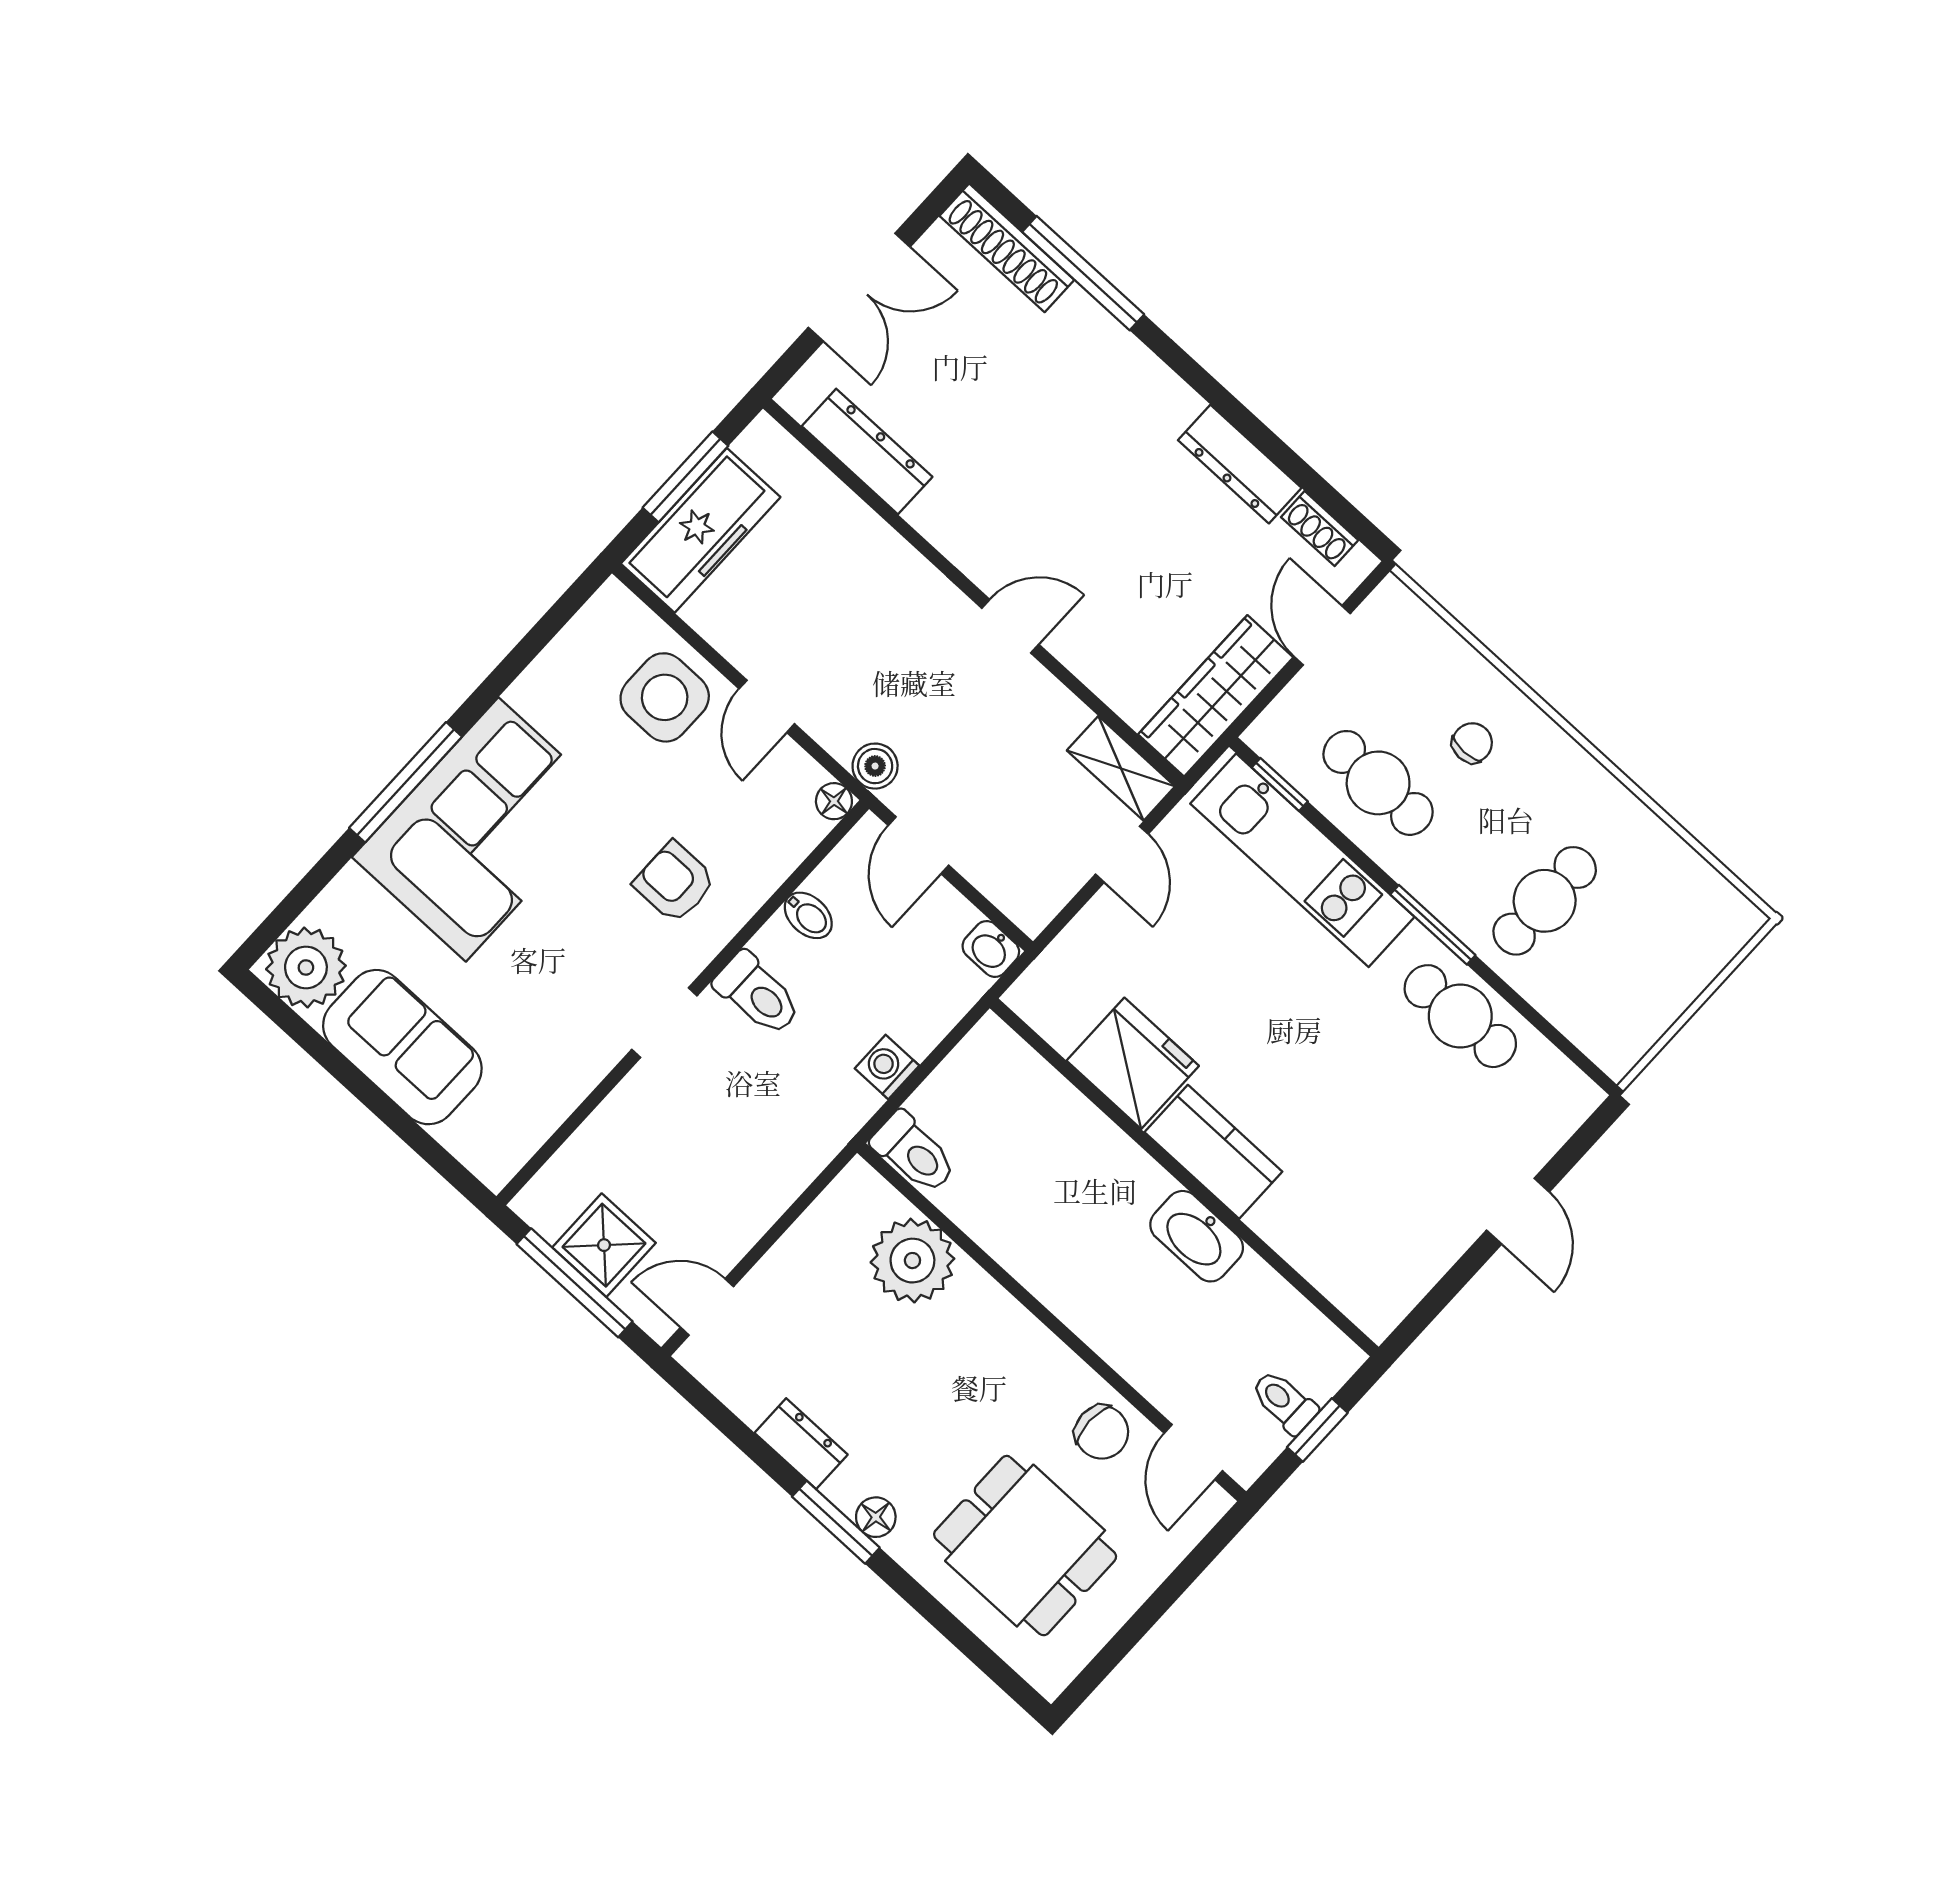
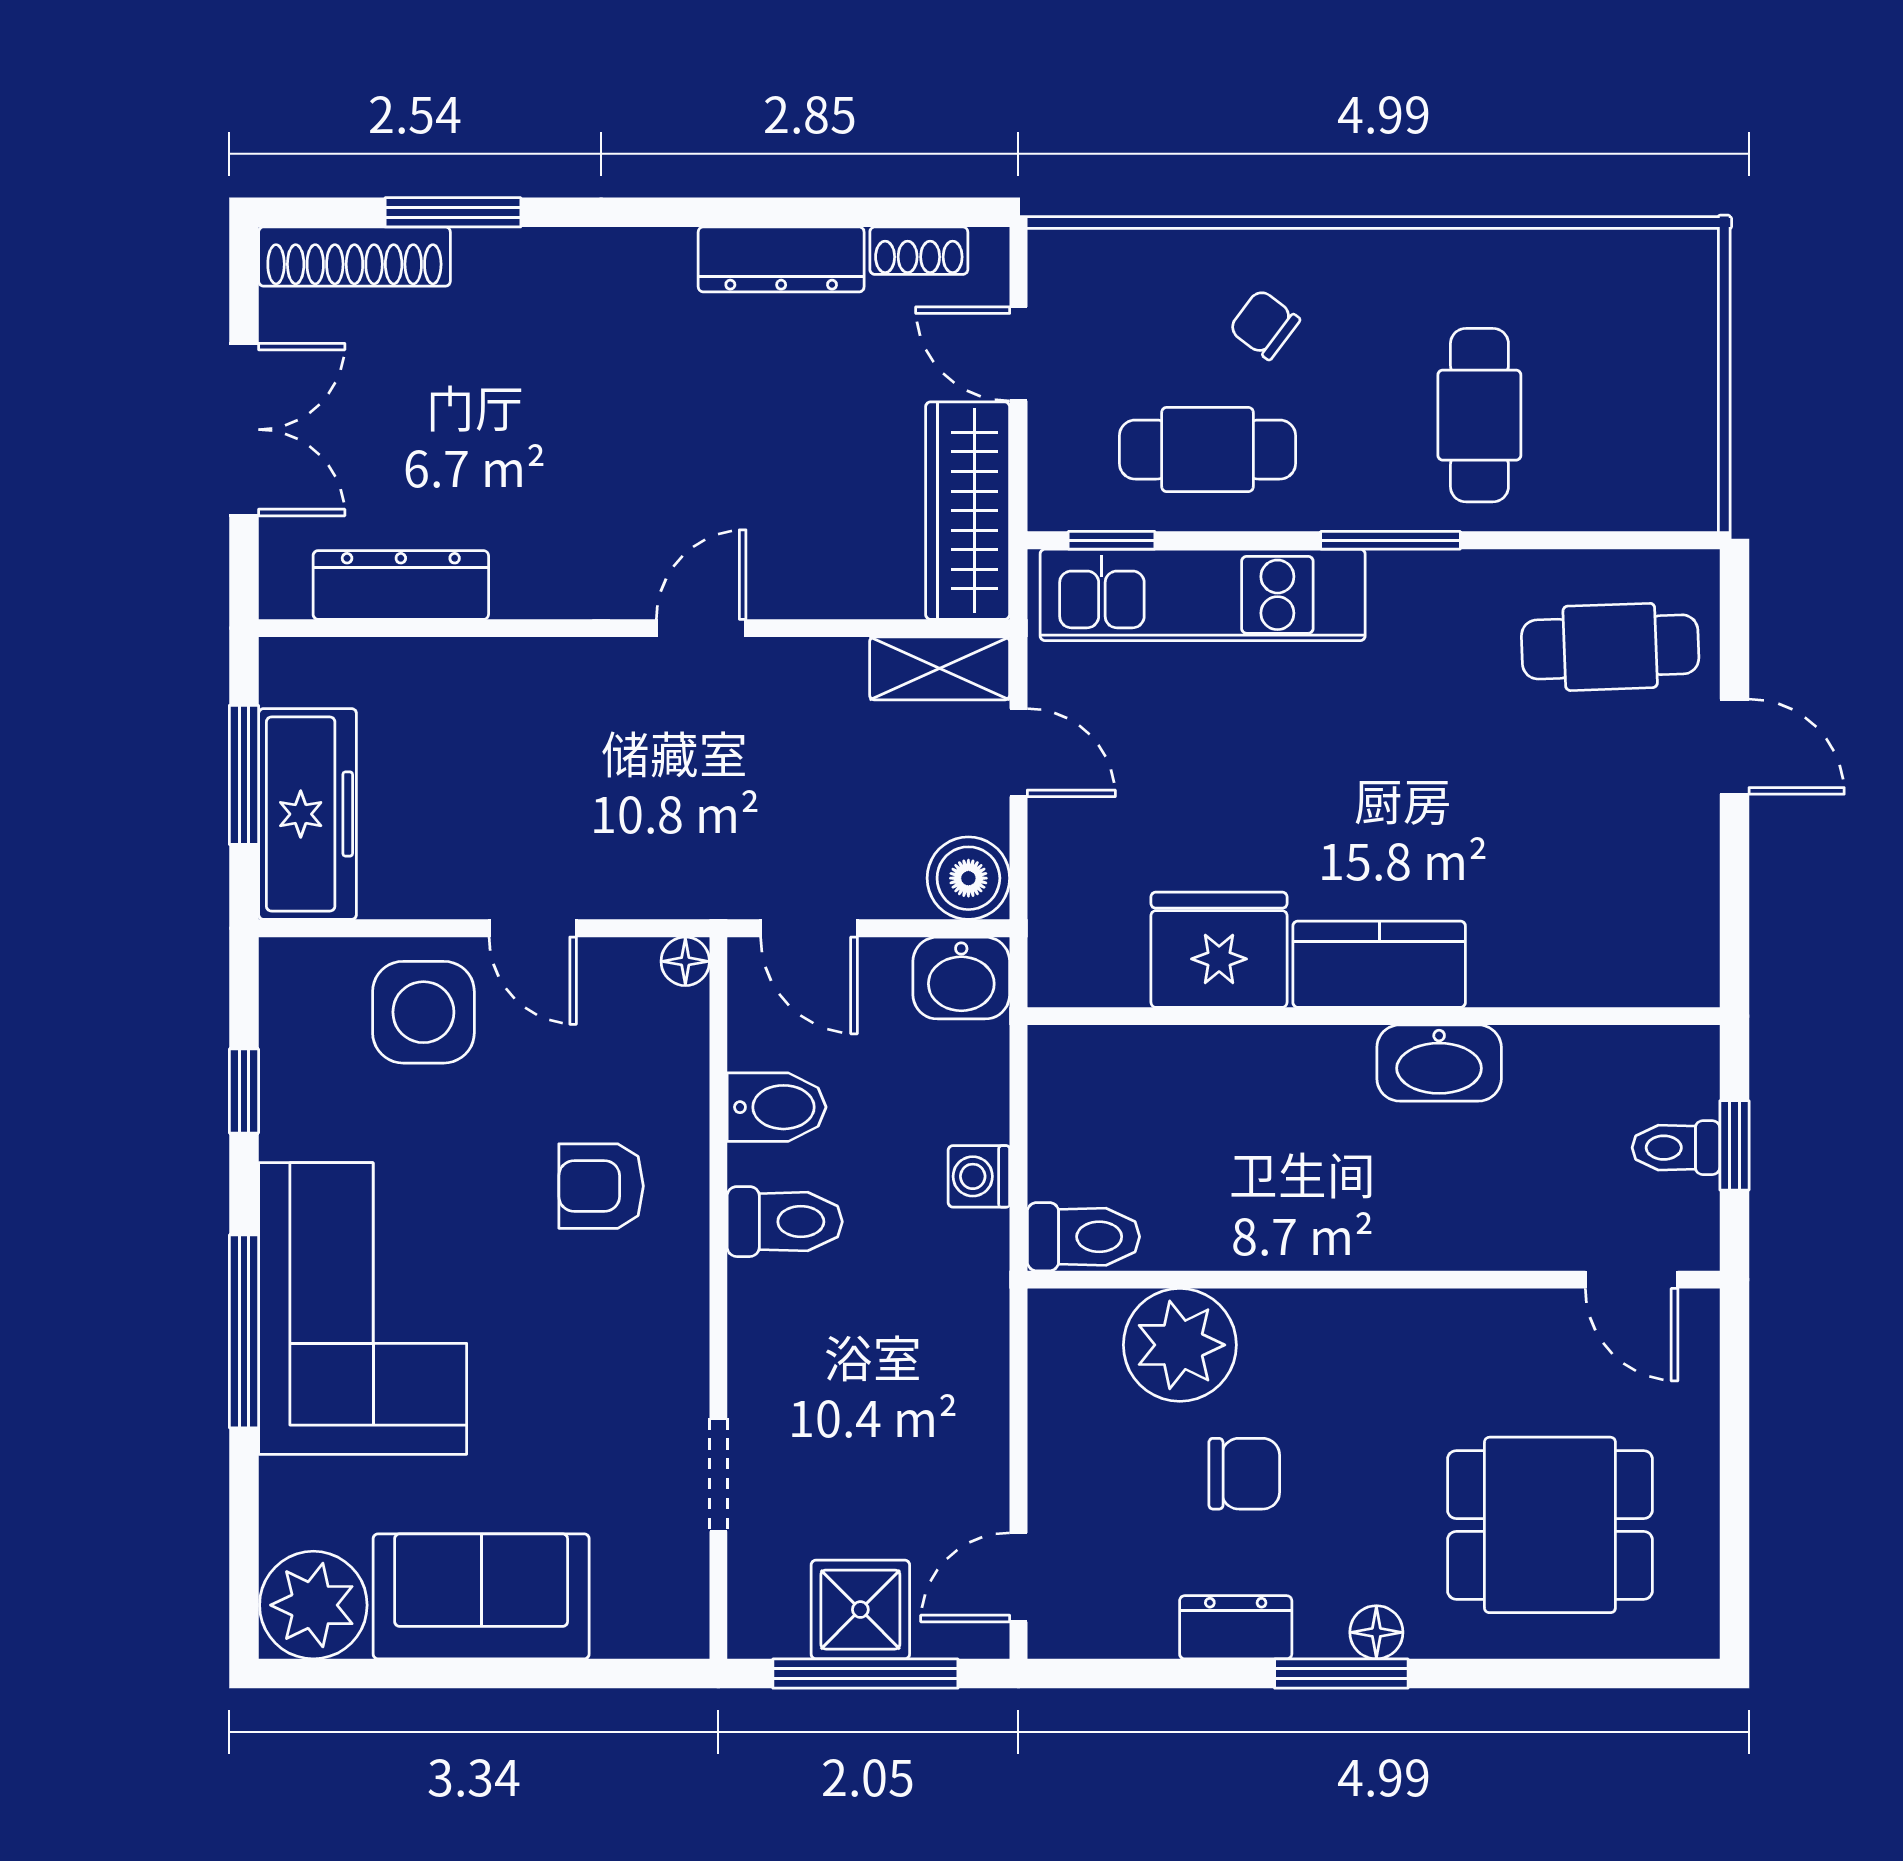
window: (1083, 273) -> (453, 212), width x0.69
window: (526, 650) -> (244, 1091), added
chair: (1472, 743) -> (1264, 324), turned -53
boiler: (875, 766) -> (968, 878), moved, width x1.36, depth x1.36
bidet: (808, 915) -> (777, 1107), width x1.38, depth x1.36
washbasin: (991, 949) -> (961, 978), width x1.38, depth x1.45
cafe table: (1460, 1016) -> (1610, 647), moved
doorway: (664, 1023) -> (718, 1475), moved
chair: (1102, 1432) -> (1244, 1474), moved

